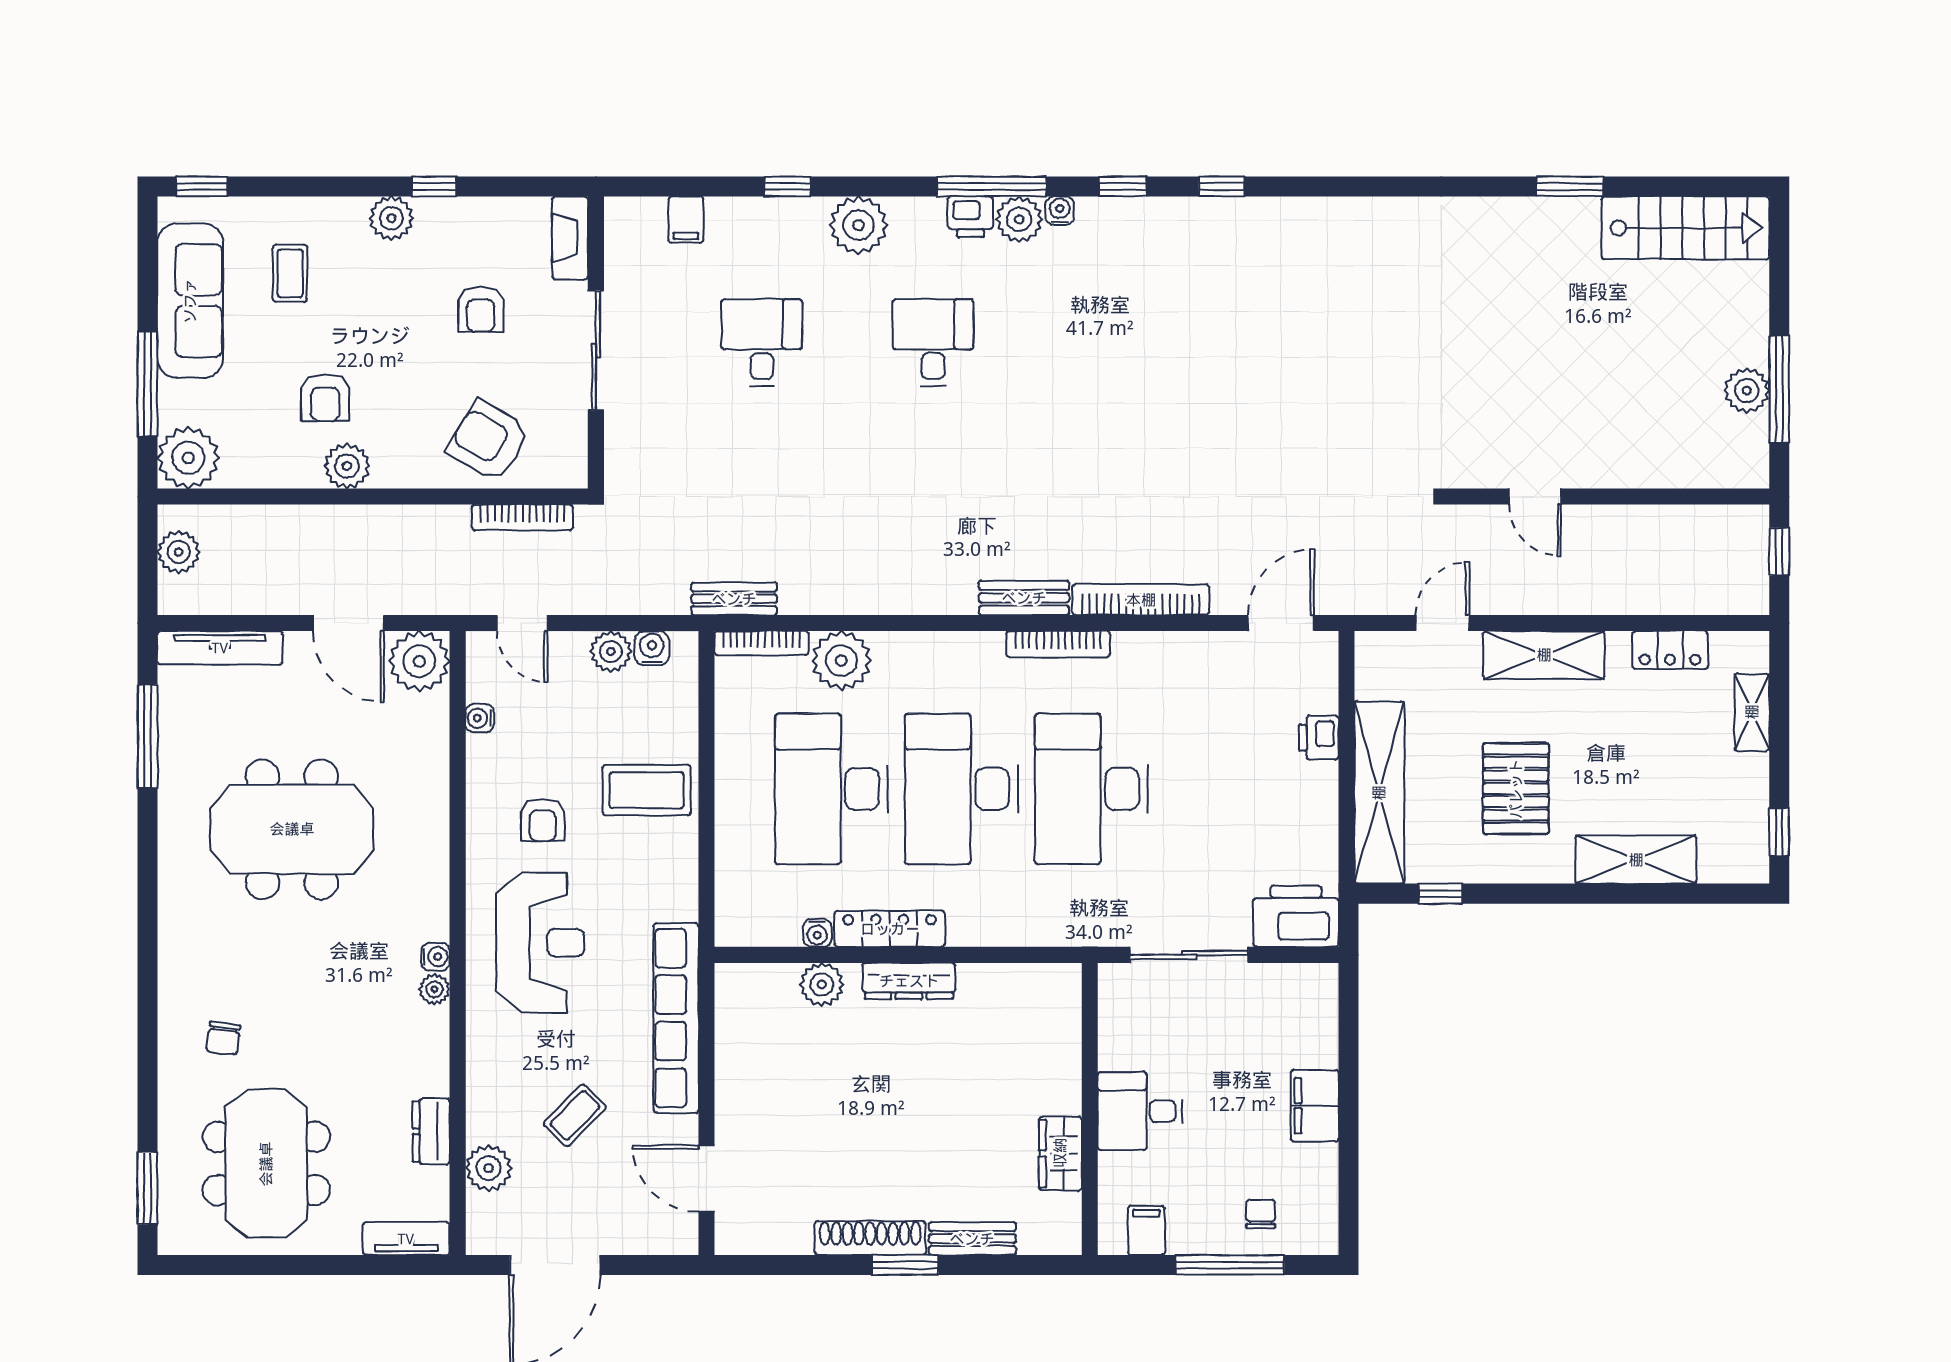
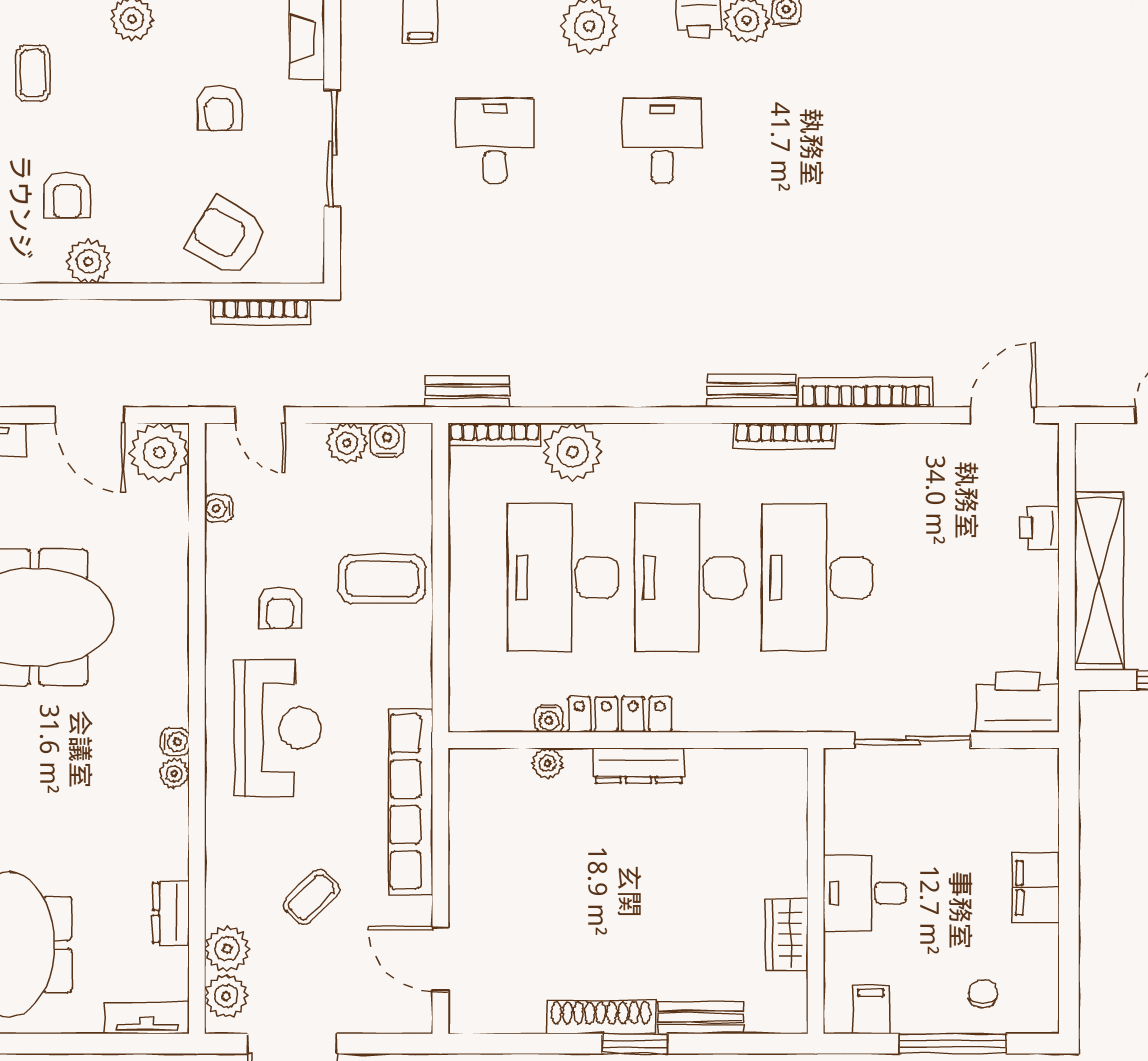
plant: (822, 984) -> (548, 763), width x0.73, depth x0.73
plant: (488, 1216) -> (226, 996), added

